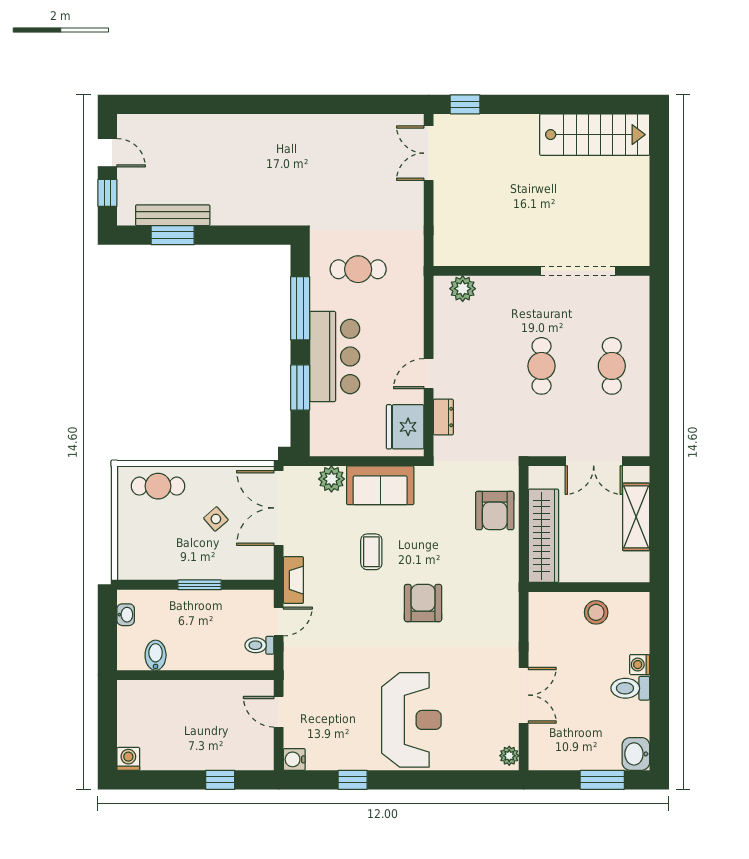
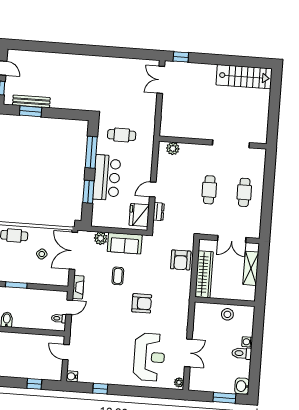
window: (200, 585) -> (16, 285), moved
armchair: (423, 603) -> (142, 303), turned 90
reception desk: (411, 720) -> (149, 357), moved

